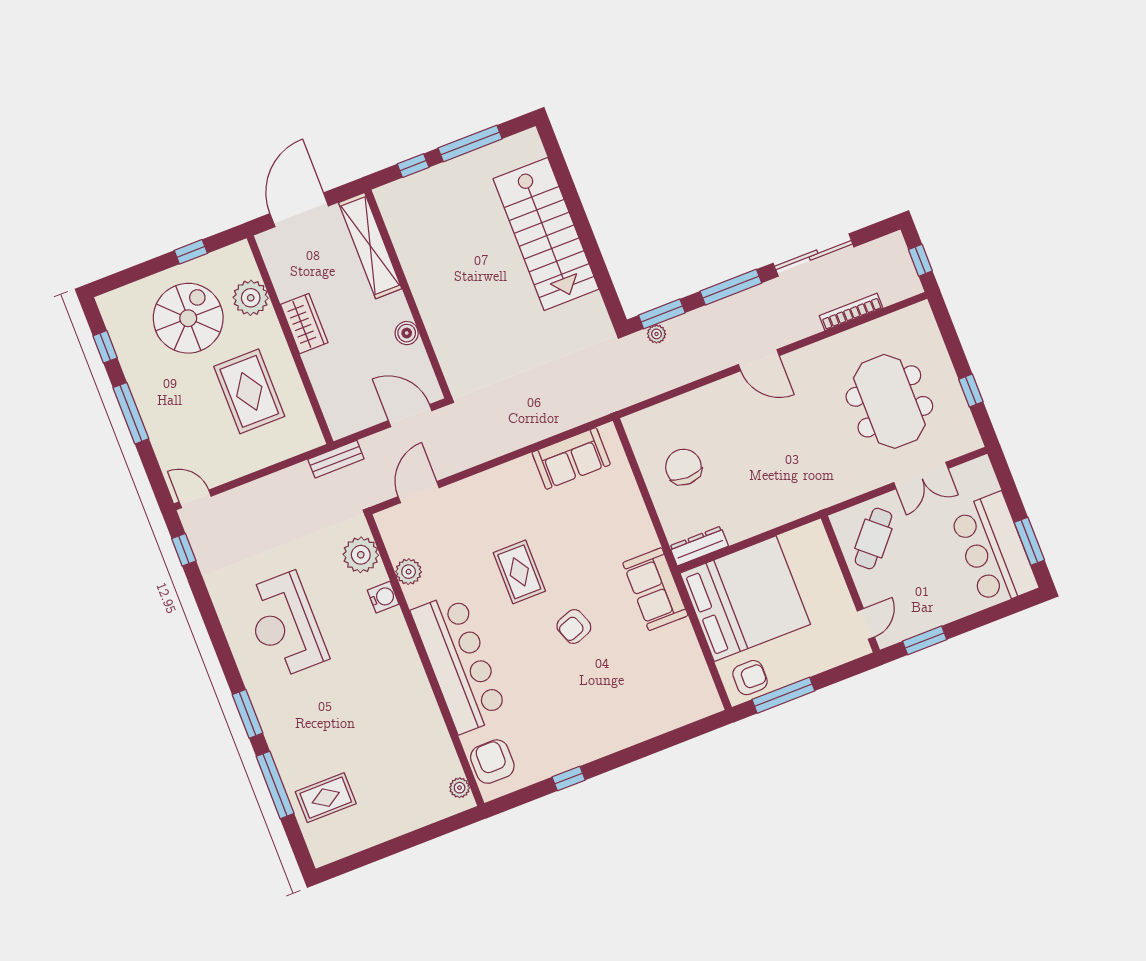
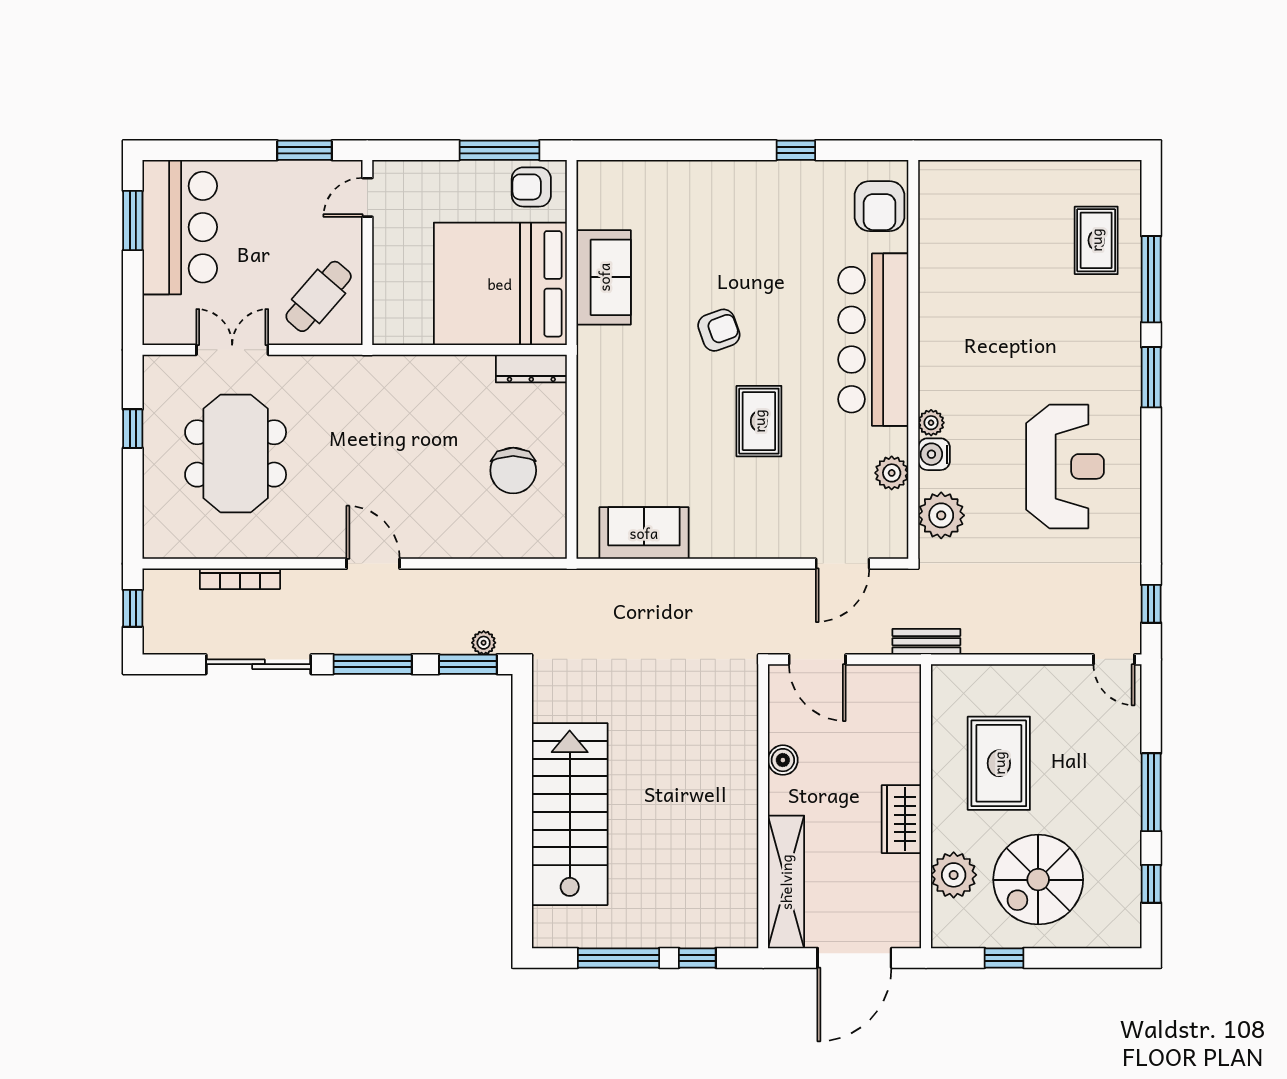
sofa: (655, 589) -> (604, 277), moved
plant: (460, 788) -> (931, 423), moved
rug: (326, 798) -> (1096, 240), turned 90

